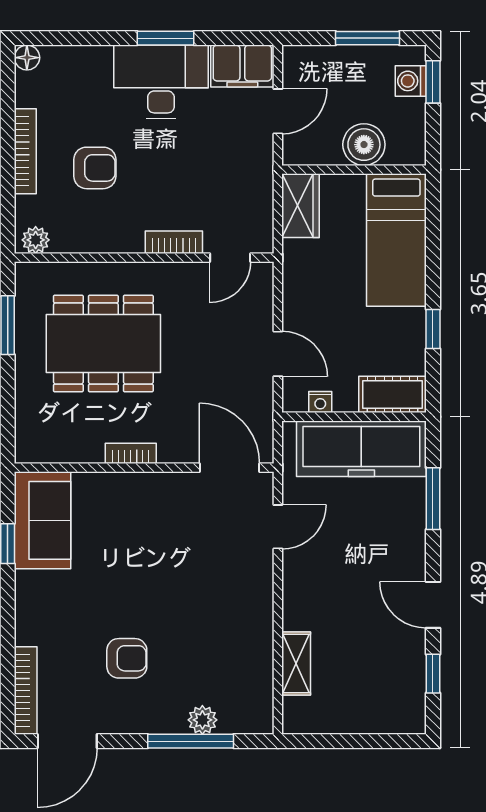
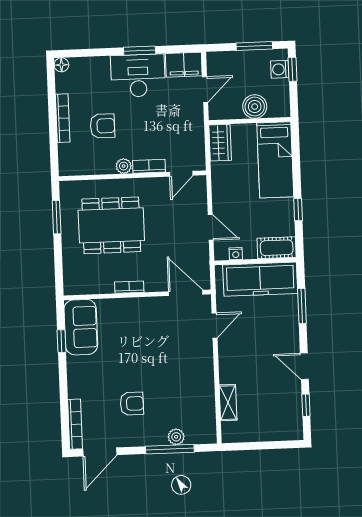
plant: (36, 240) -> (124, 166), moved

